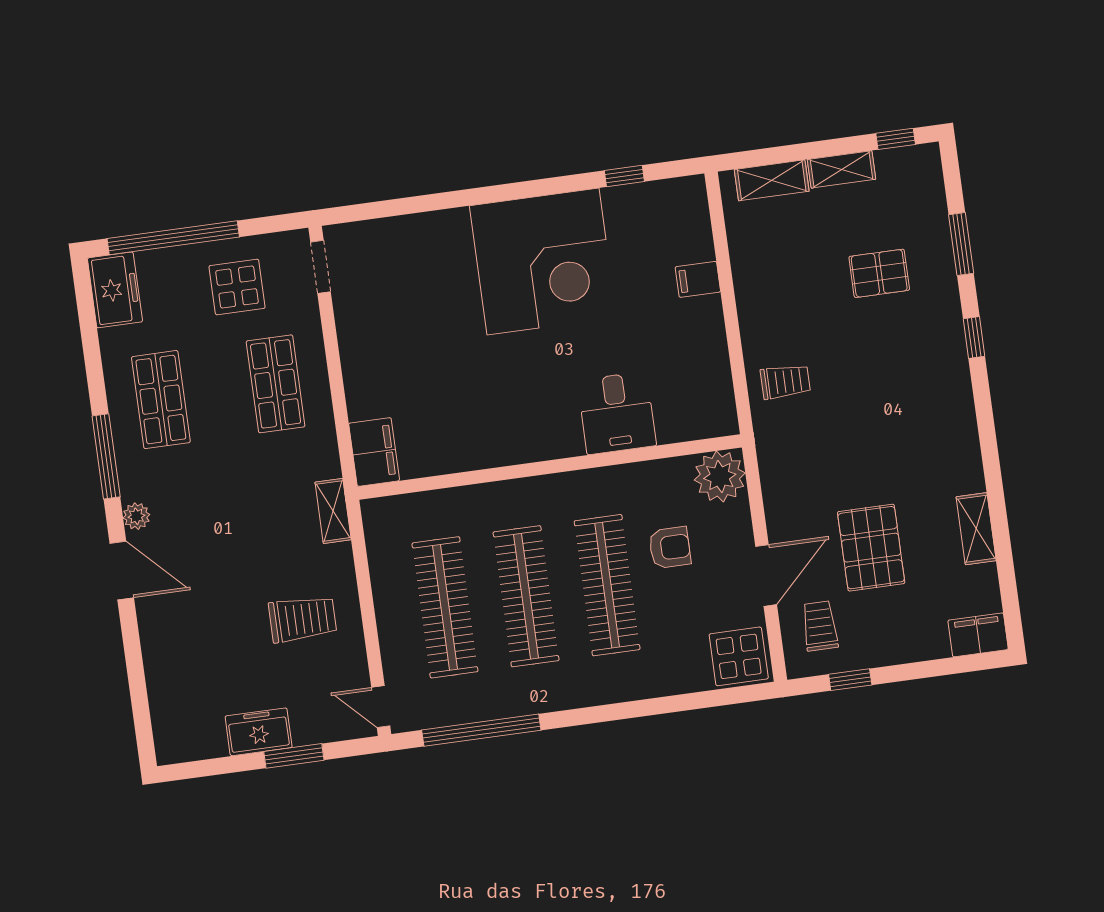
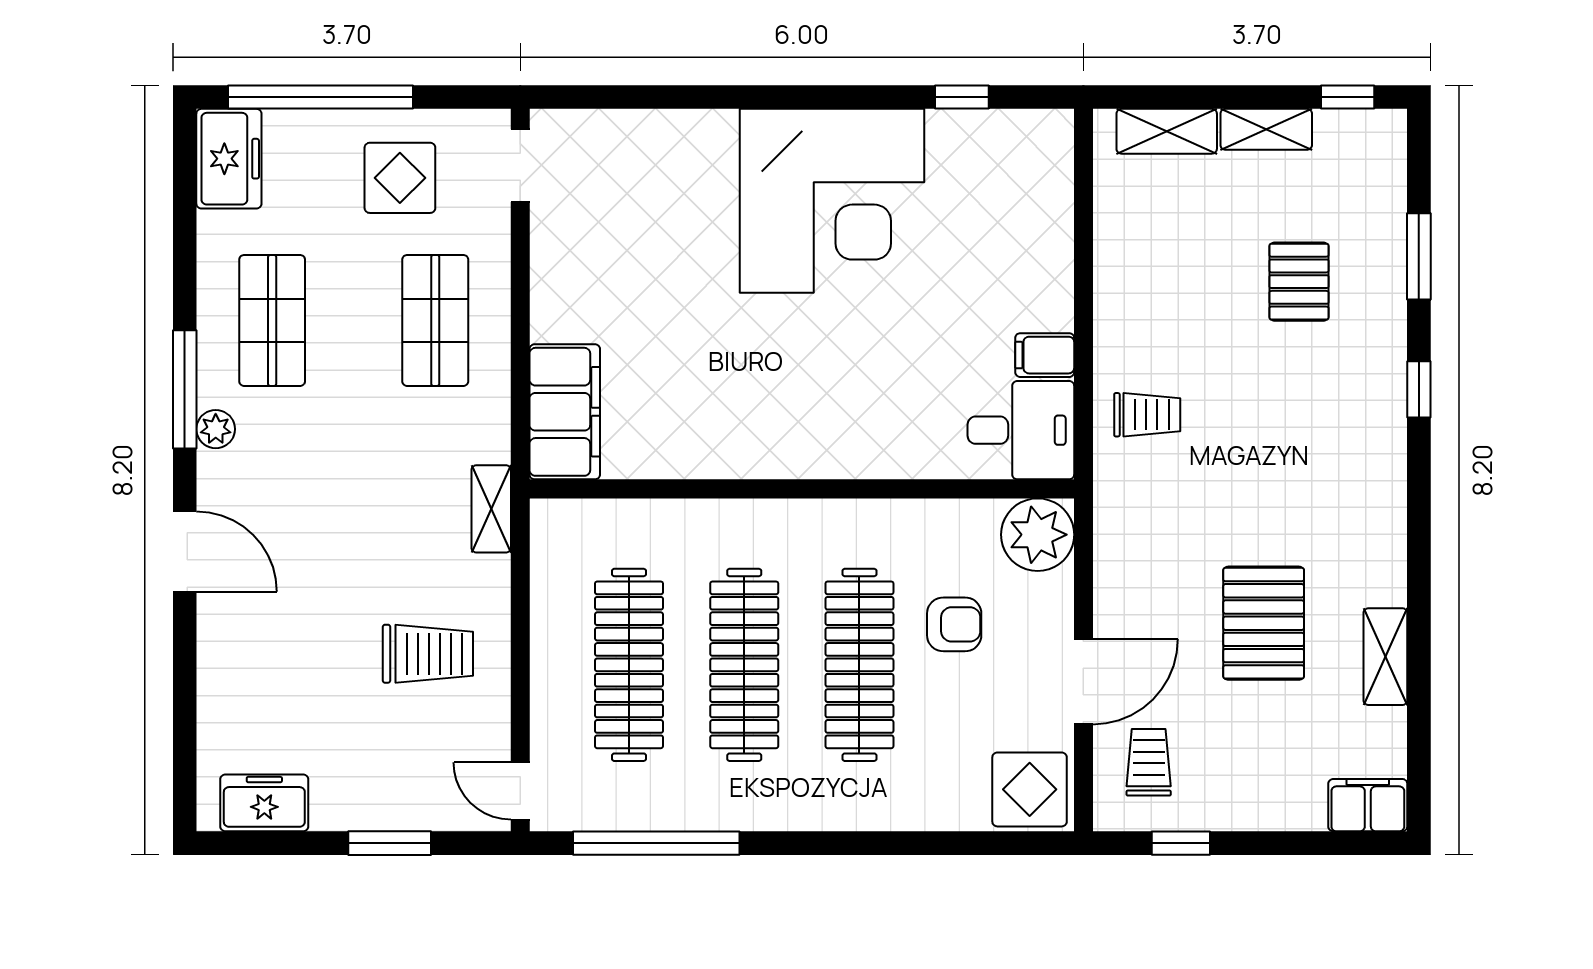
pallet: (879, 273) -> (1299, 282), turned 90
filing cabinet: (698, 279) -> (1045, 355), moved
desk: (617, 413) -> (1021, 430), moved, turned -90
filing cabinet: (374, 452) -> (565, 412), width x1.50, depth x1.17
plant: (136, 516) -> (216, 429), moved
pallet: (871, 548) -> (1264, 623), moved
freezer: (259, 732) -> (264, 803), moved

